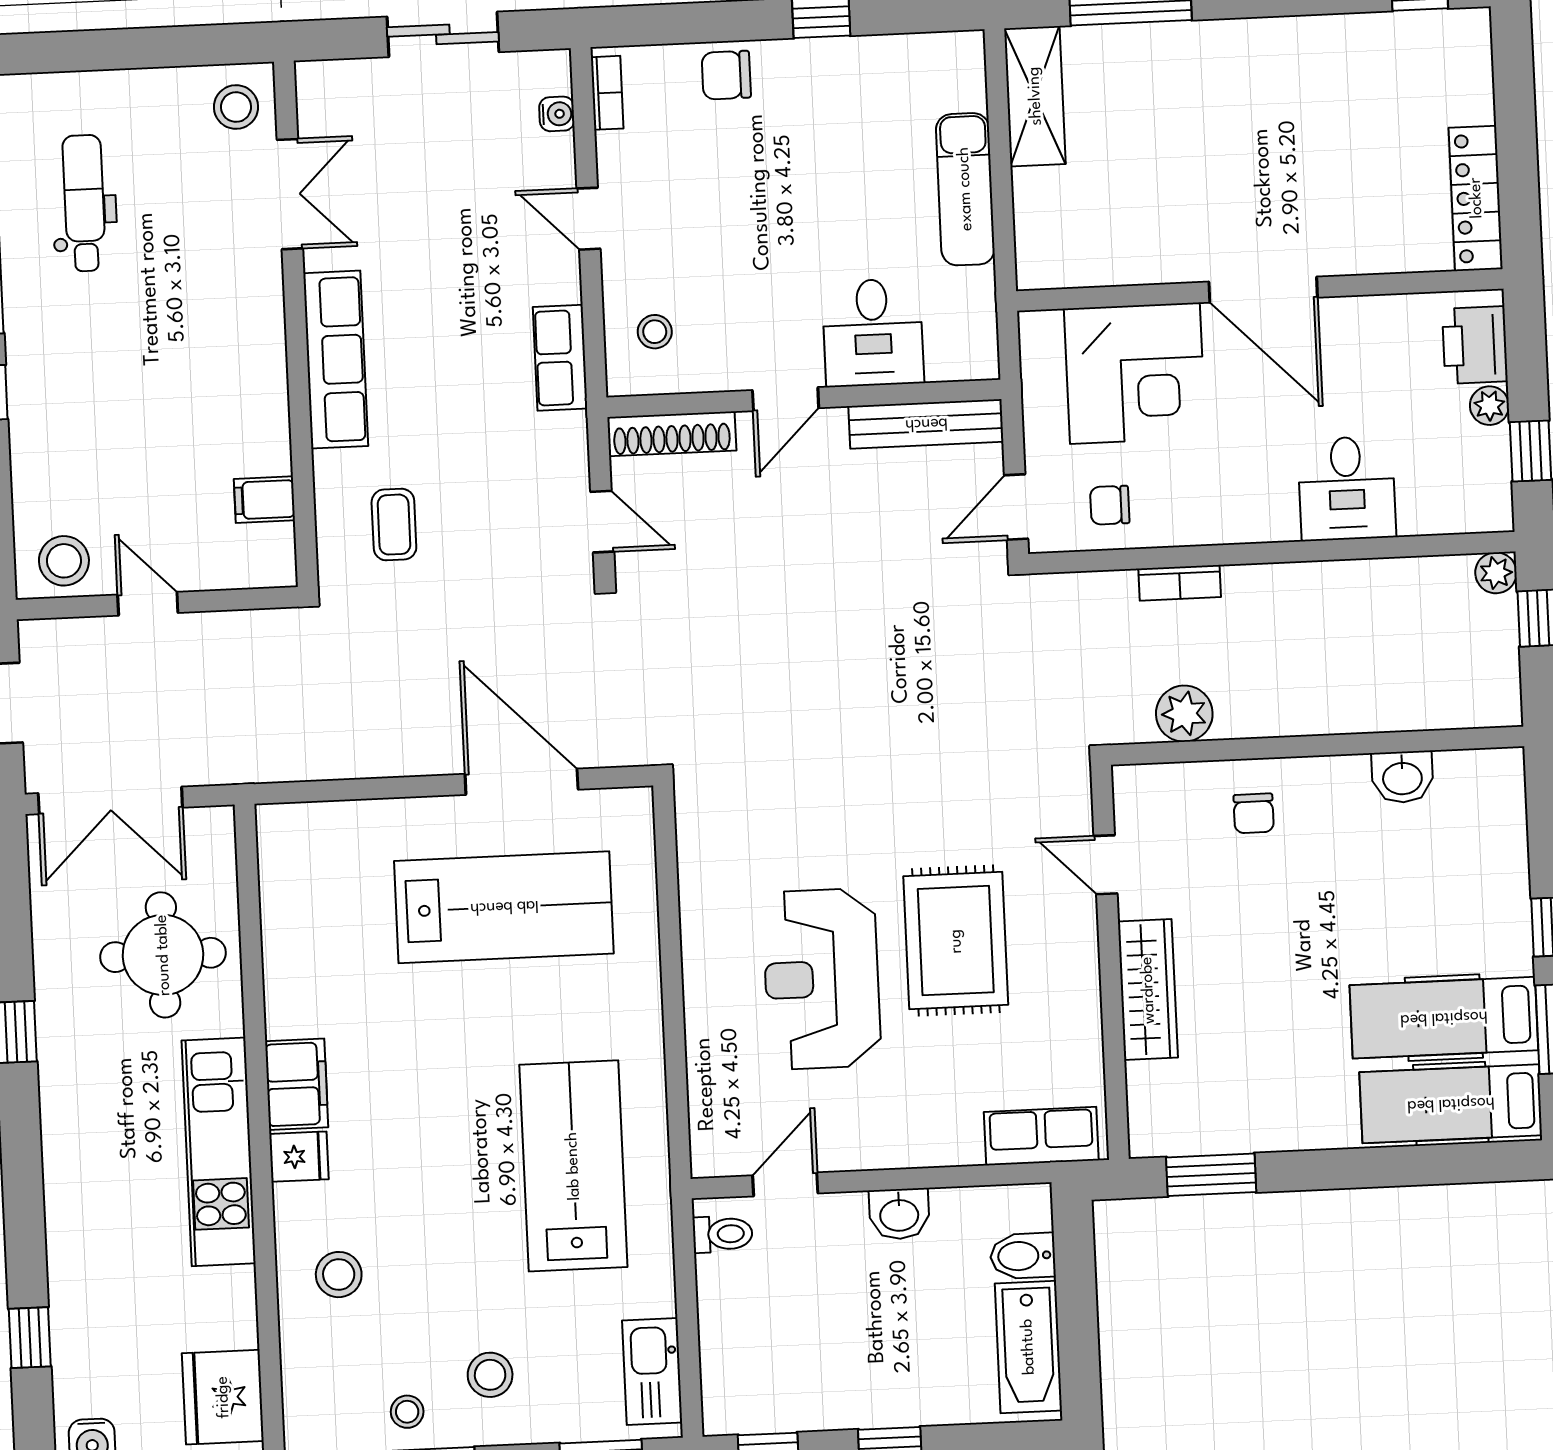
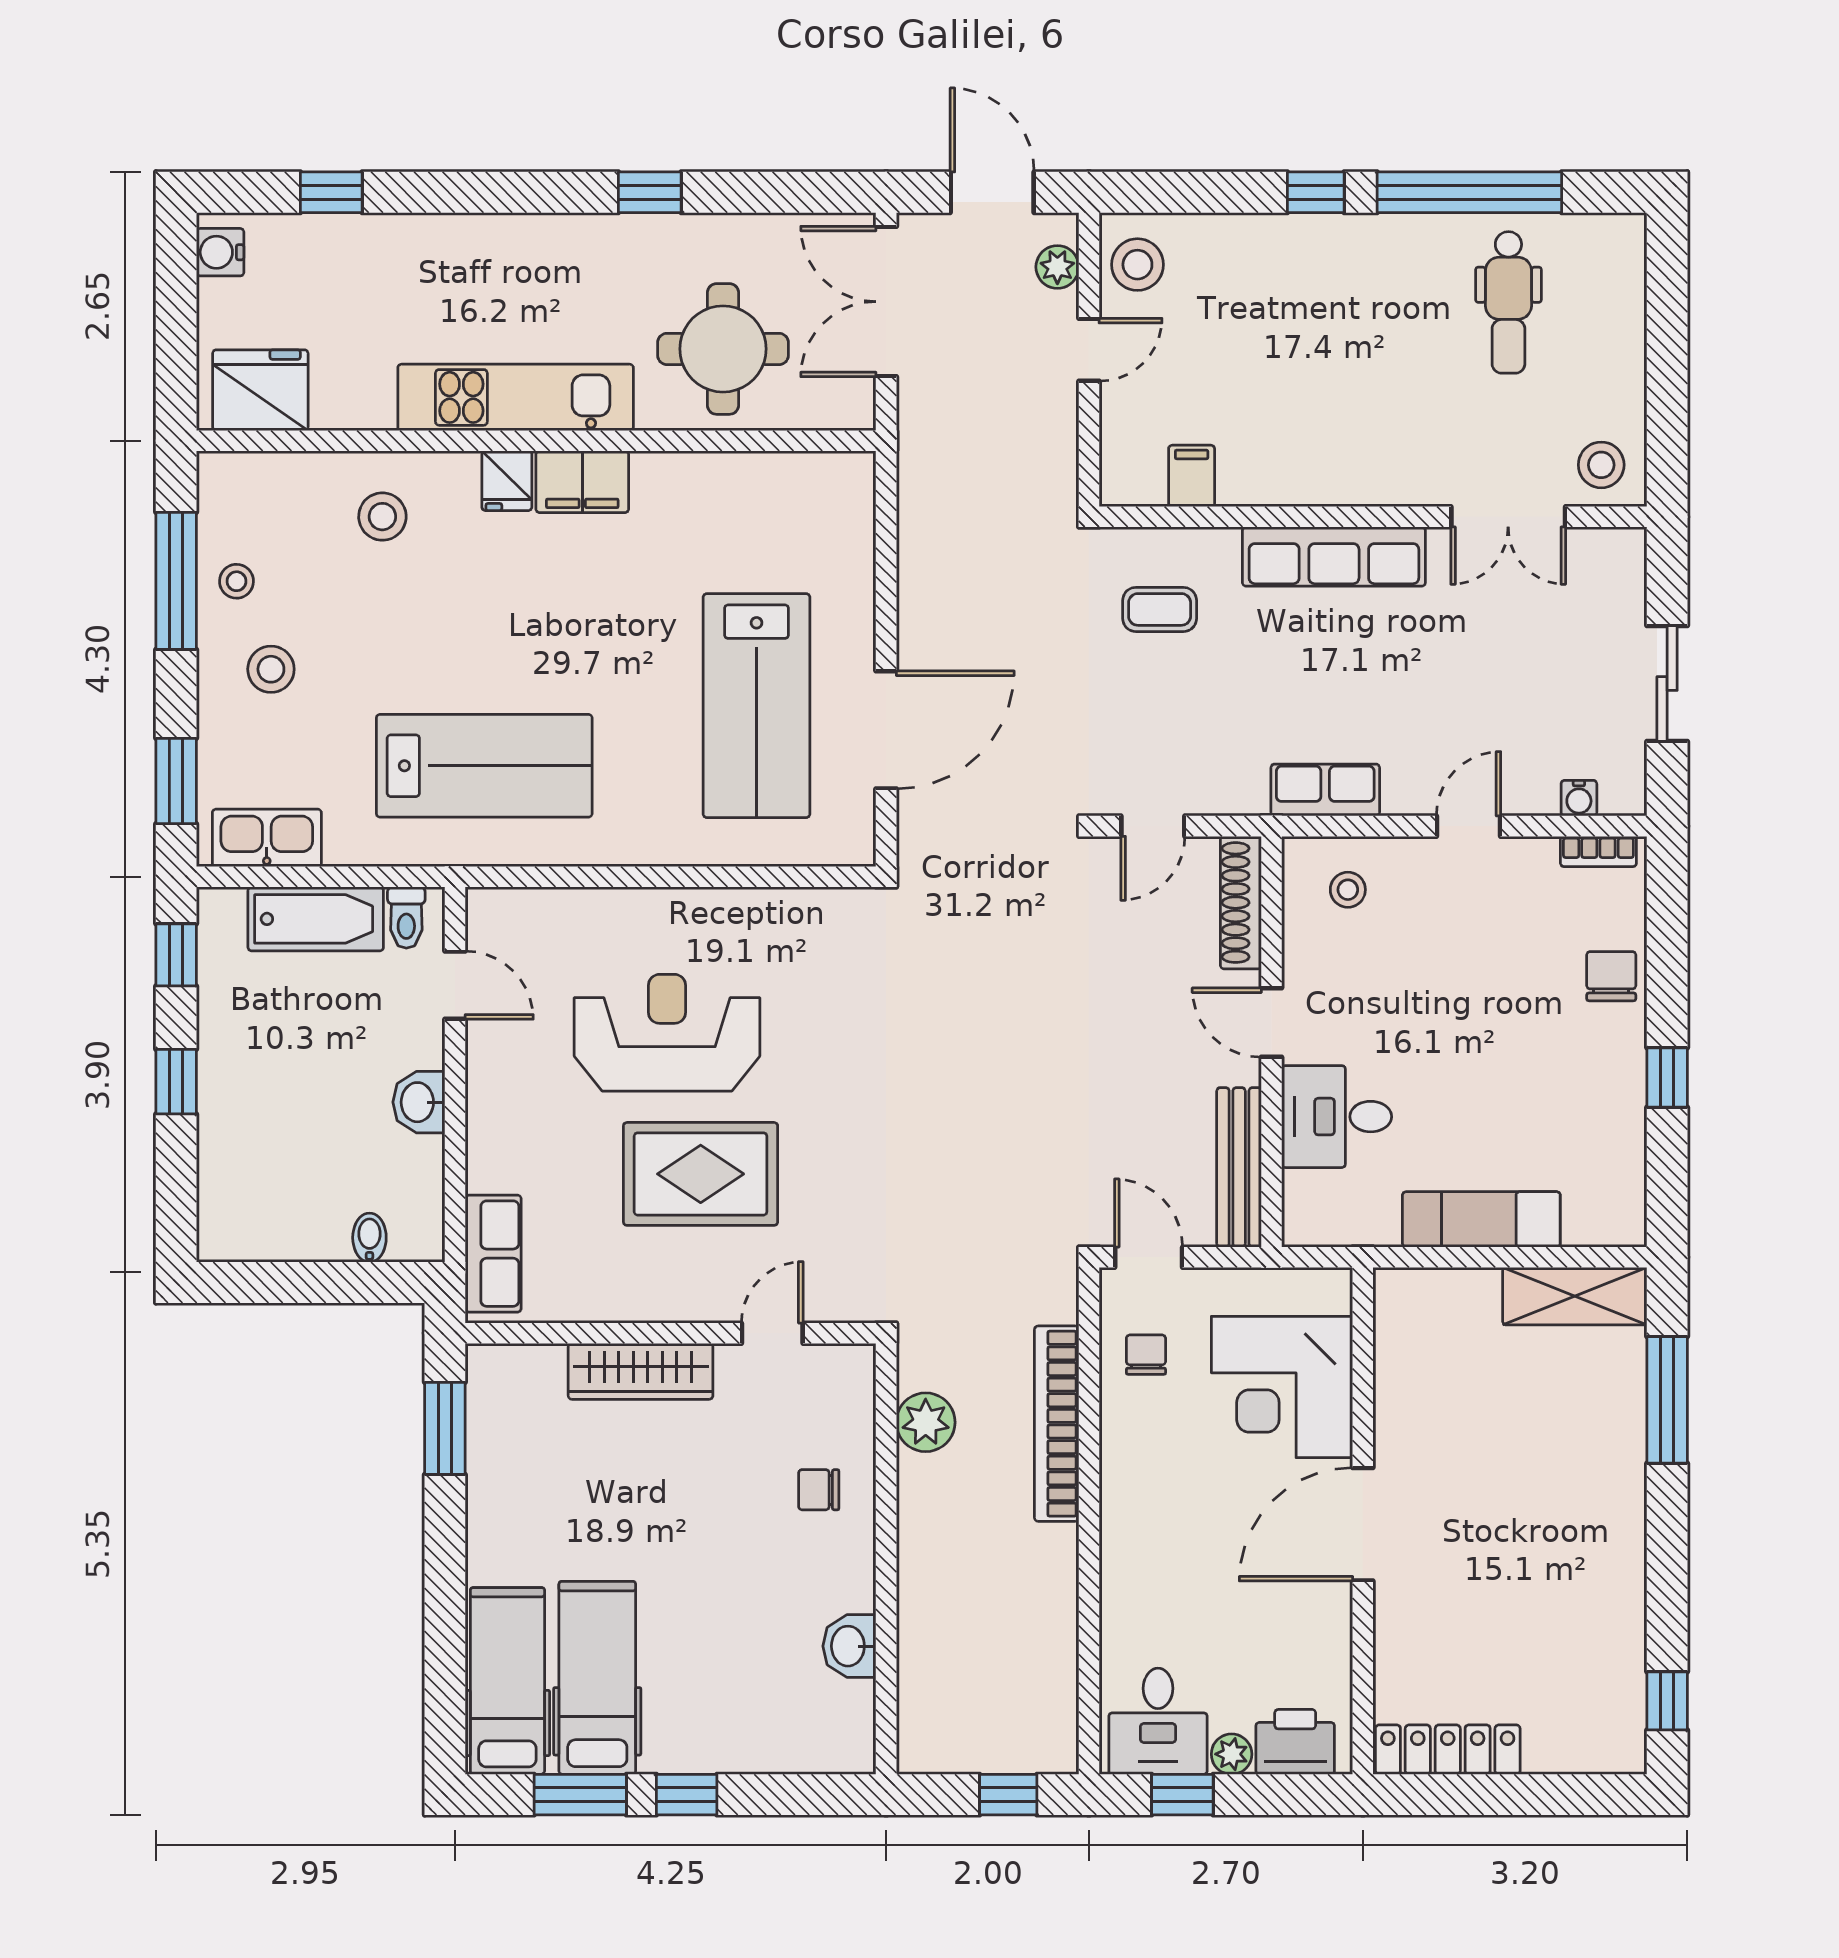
dental chair: (84, 203) -> (1508, 302), turned 90
desk: (1347, 488) -> (1158, 1721), moved, turned -90
plant: (1496, 573) -> (1057, 267), moved
bookcase: (1180, 583) -> (1057, 1424), width x2.31, depth x1.31
bidet: (1023, 1256) -> (369, 1238), width x0.72, depth x0.74
bathtub: (1028, 1347) -> (316, 919), moved, turned 180

